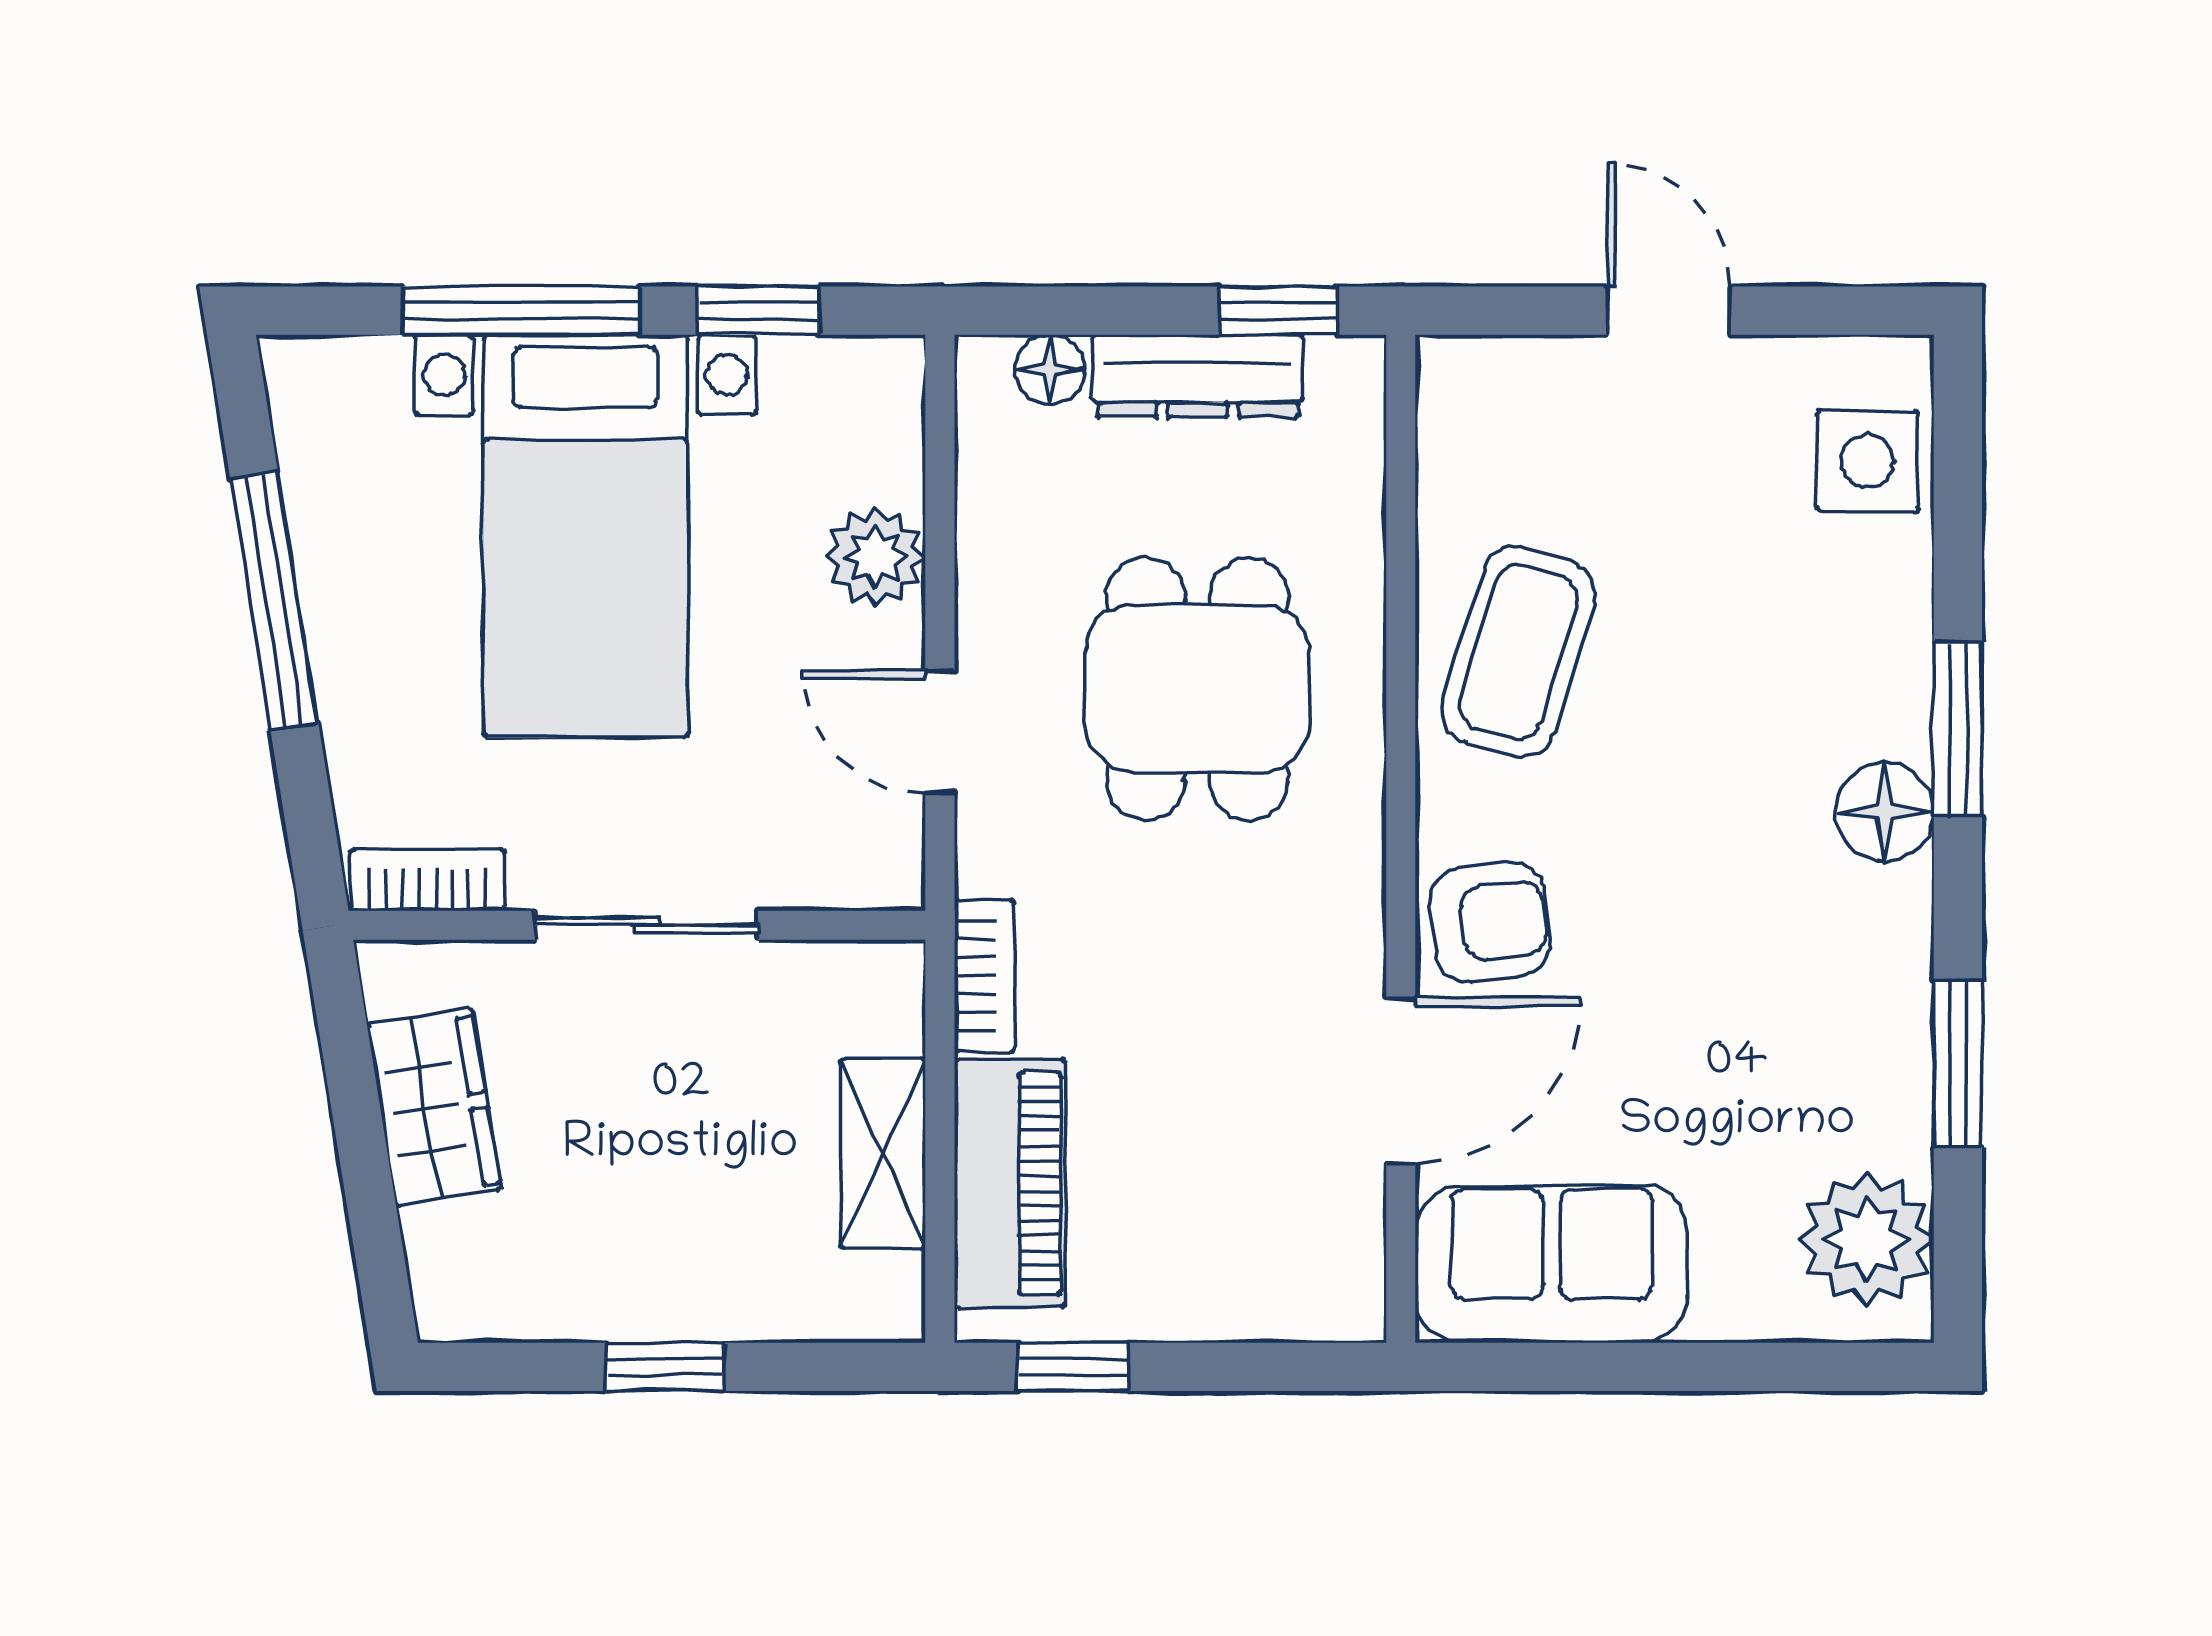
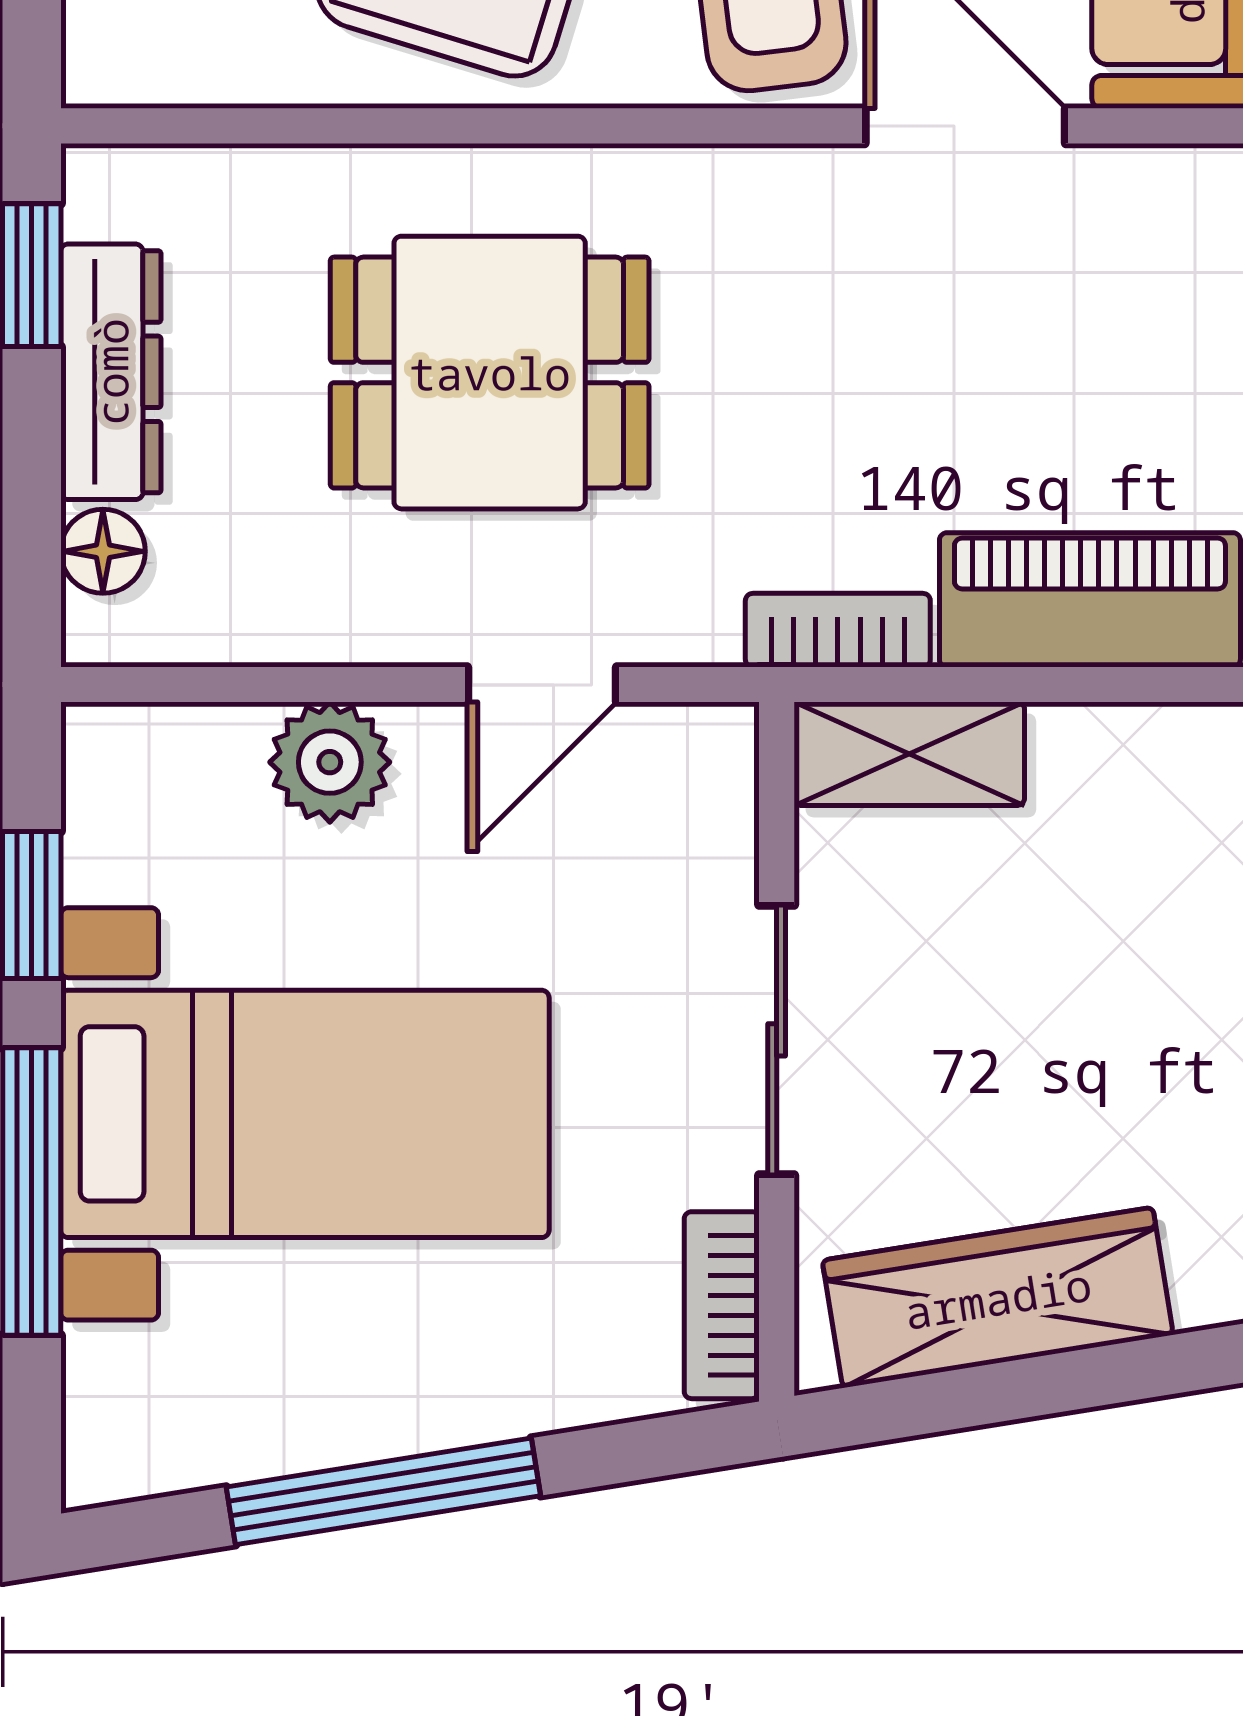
wardrobe: (434, 1108) -> (998, 1298), width x1.50
shelving: (883, 1154) -> (909, 754), moved

